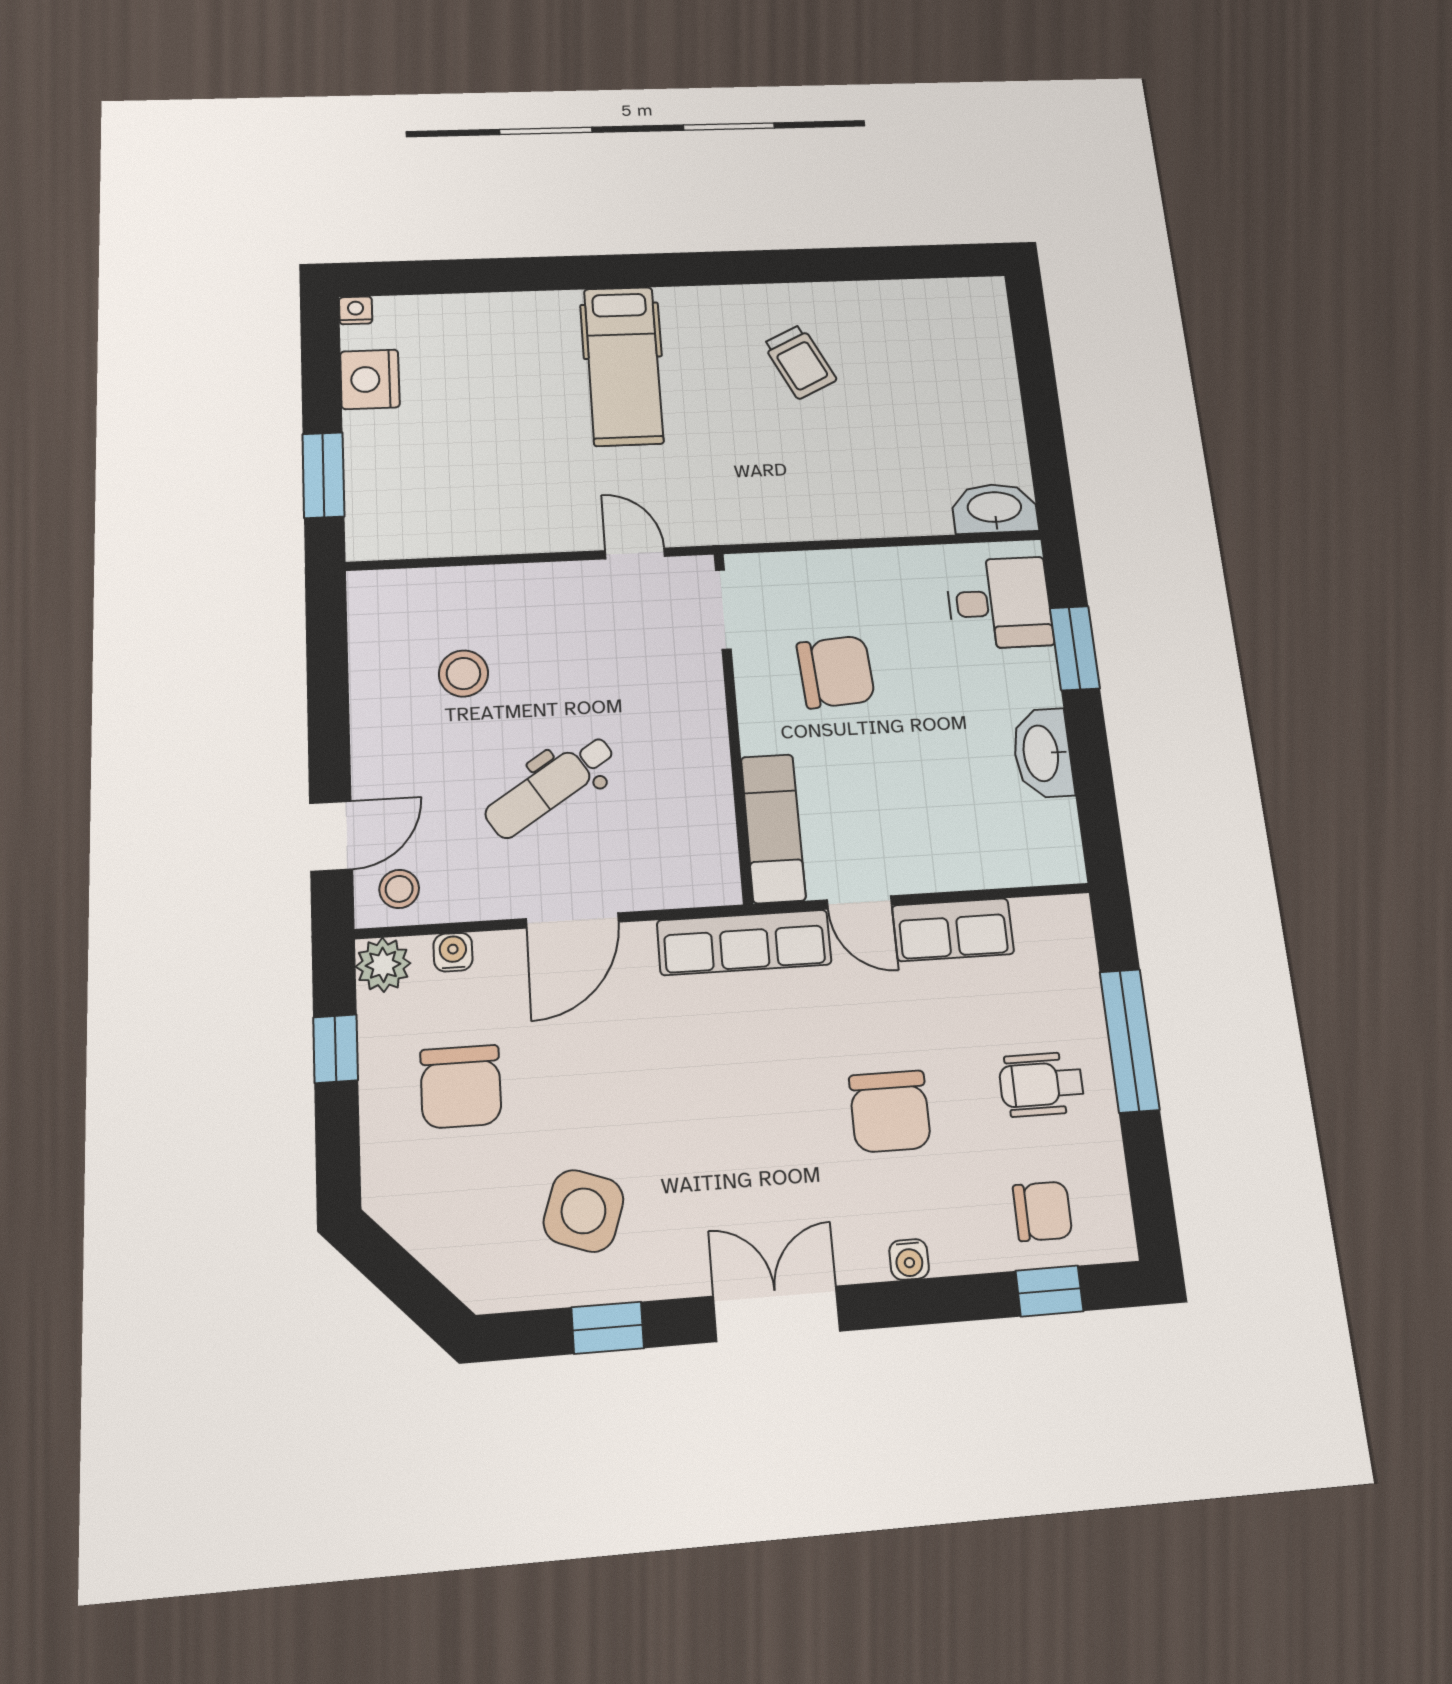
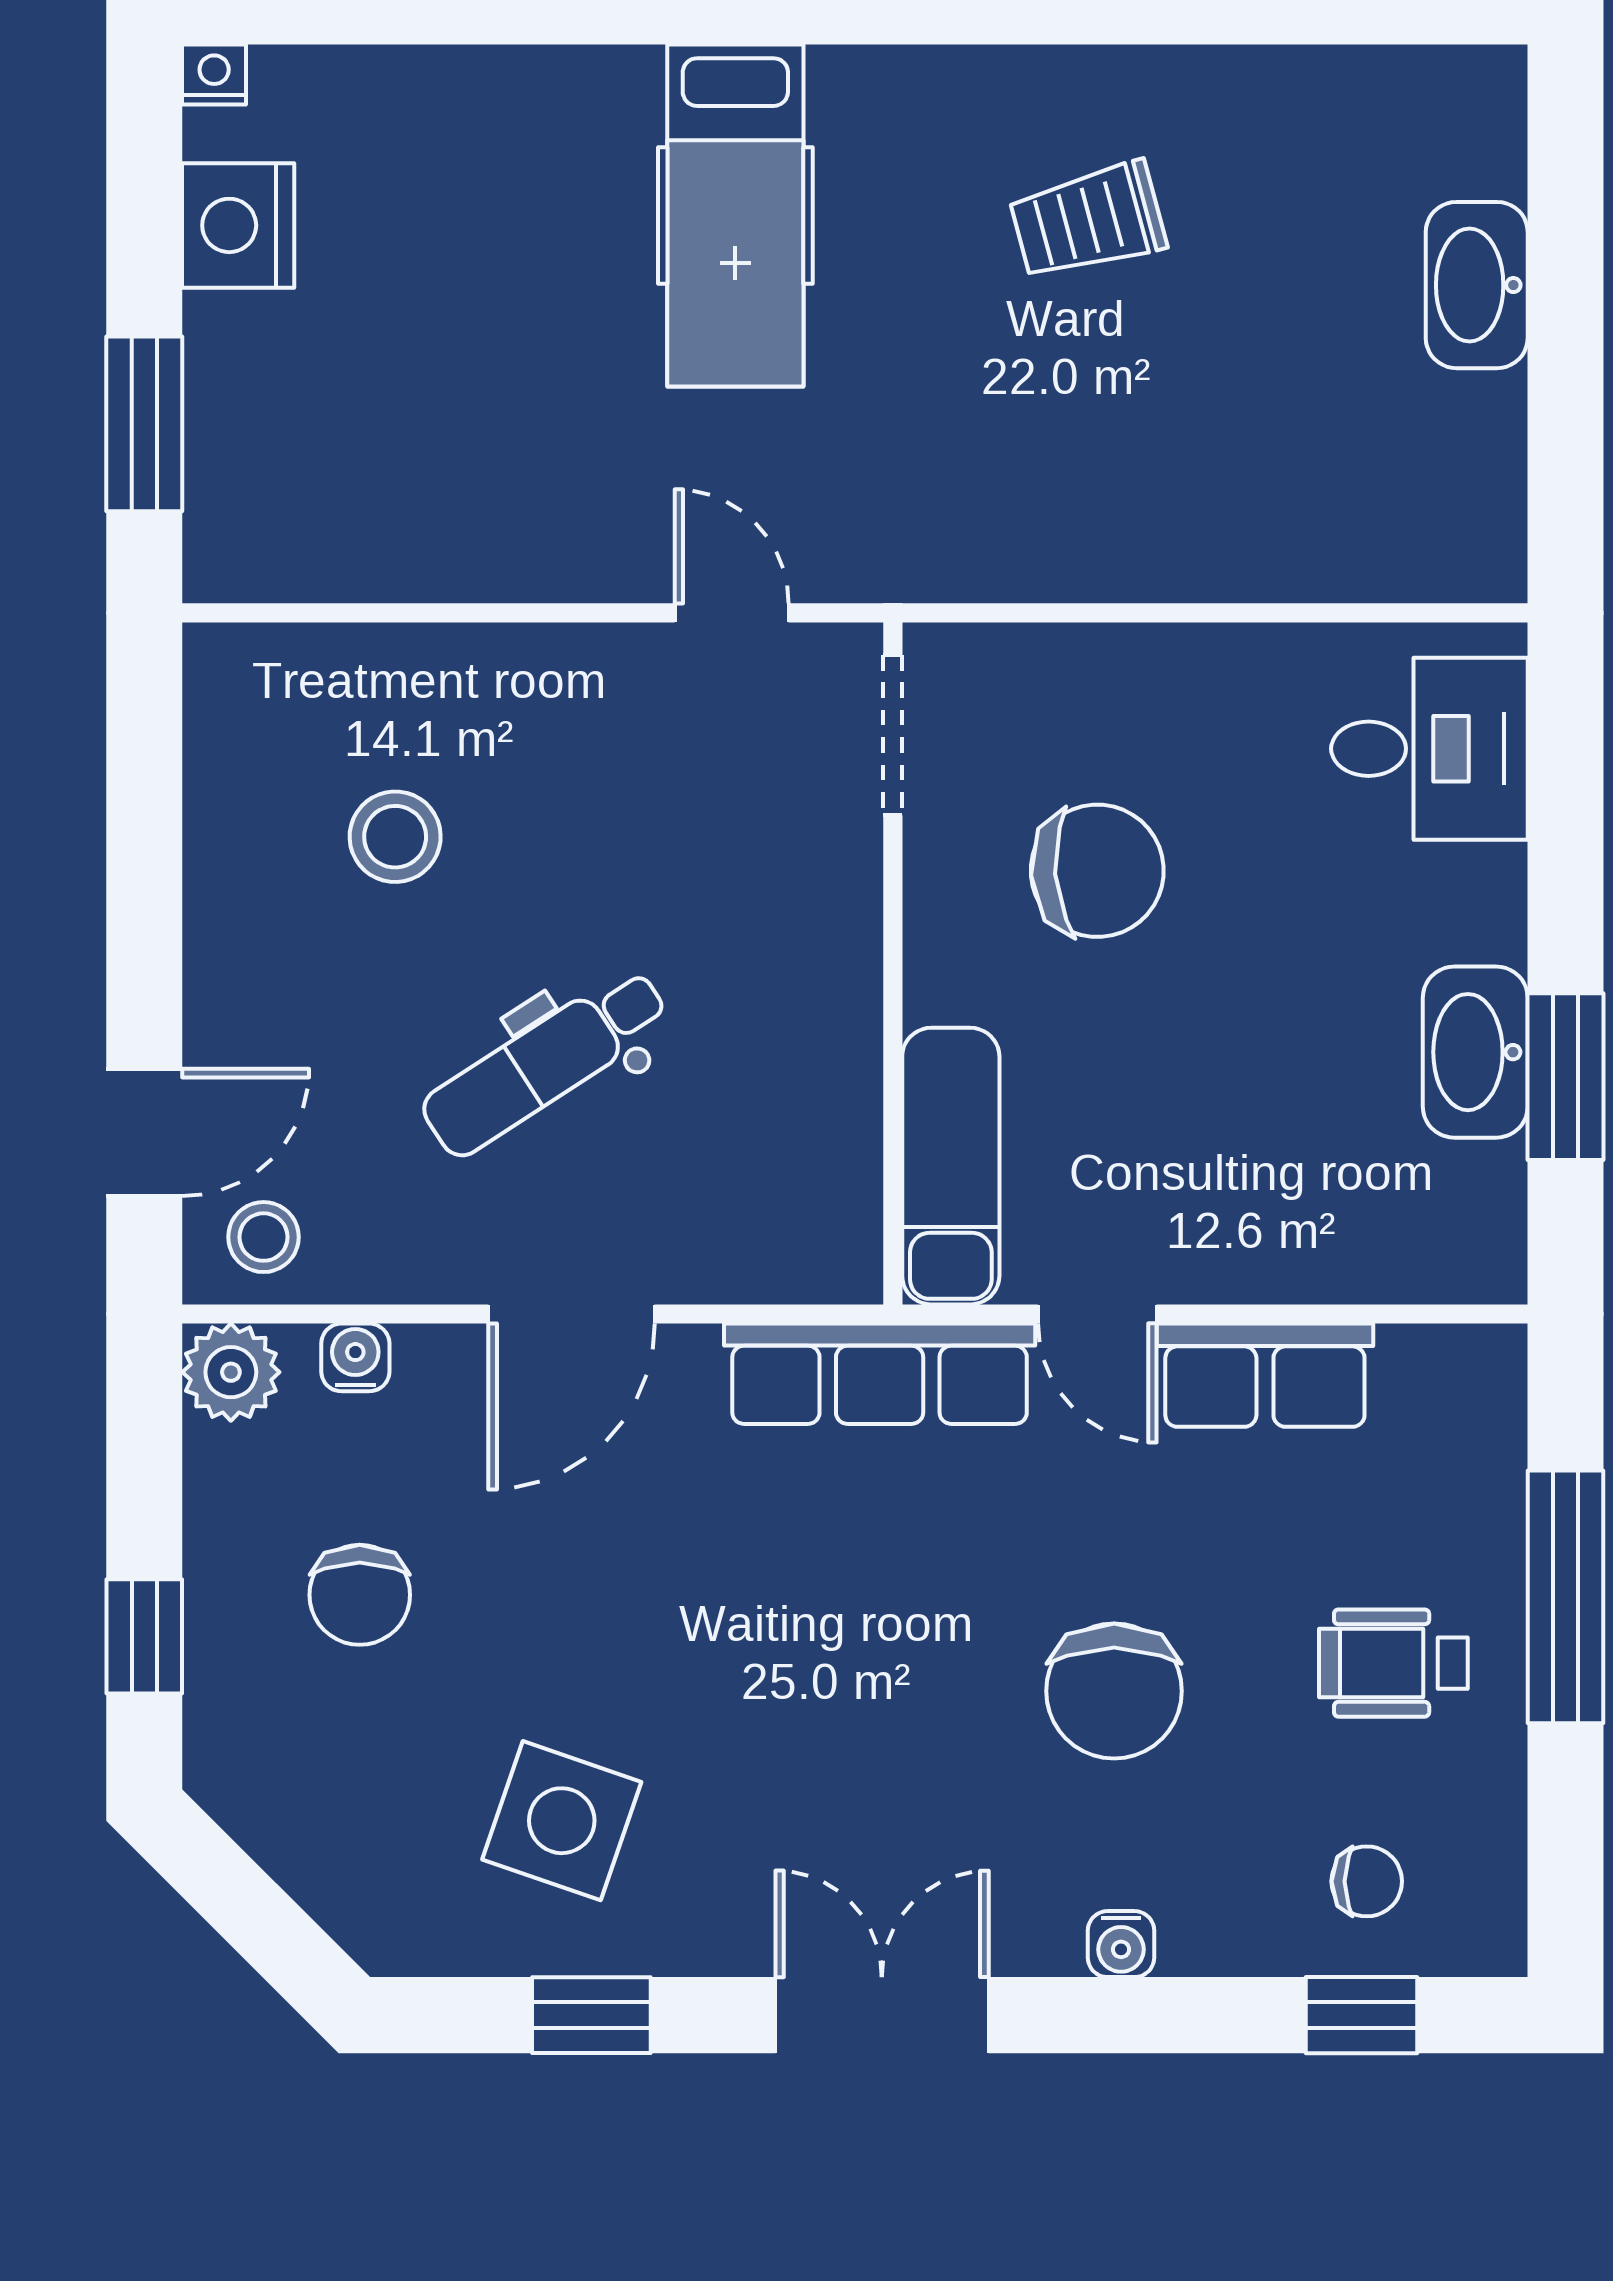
trolley: (800, 362) -> (1088, 221), turned 101
washbasin: (995, 508) -> (1477, 285), moved, turned -90
window: (1075, 648) -> (1565, 1077), moved
window: (336, 1049) -> (144, 1636), moved
chair: (461, 1087) -> (360, 1595), width x0.73, depth x0.73
chair: (1043, 1211) -> (1367, 1881), width x0.73, depth x0.73

